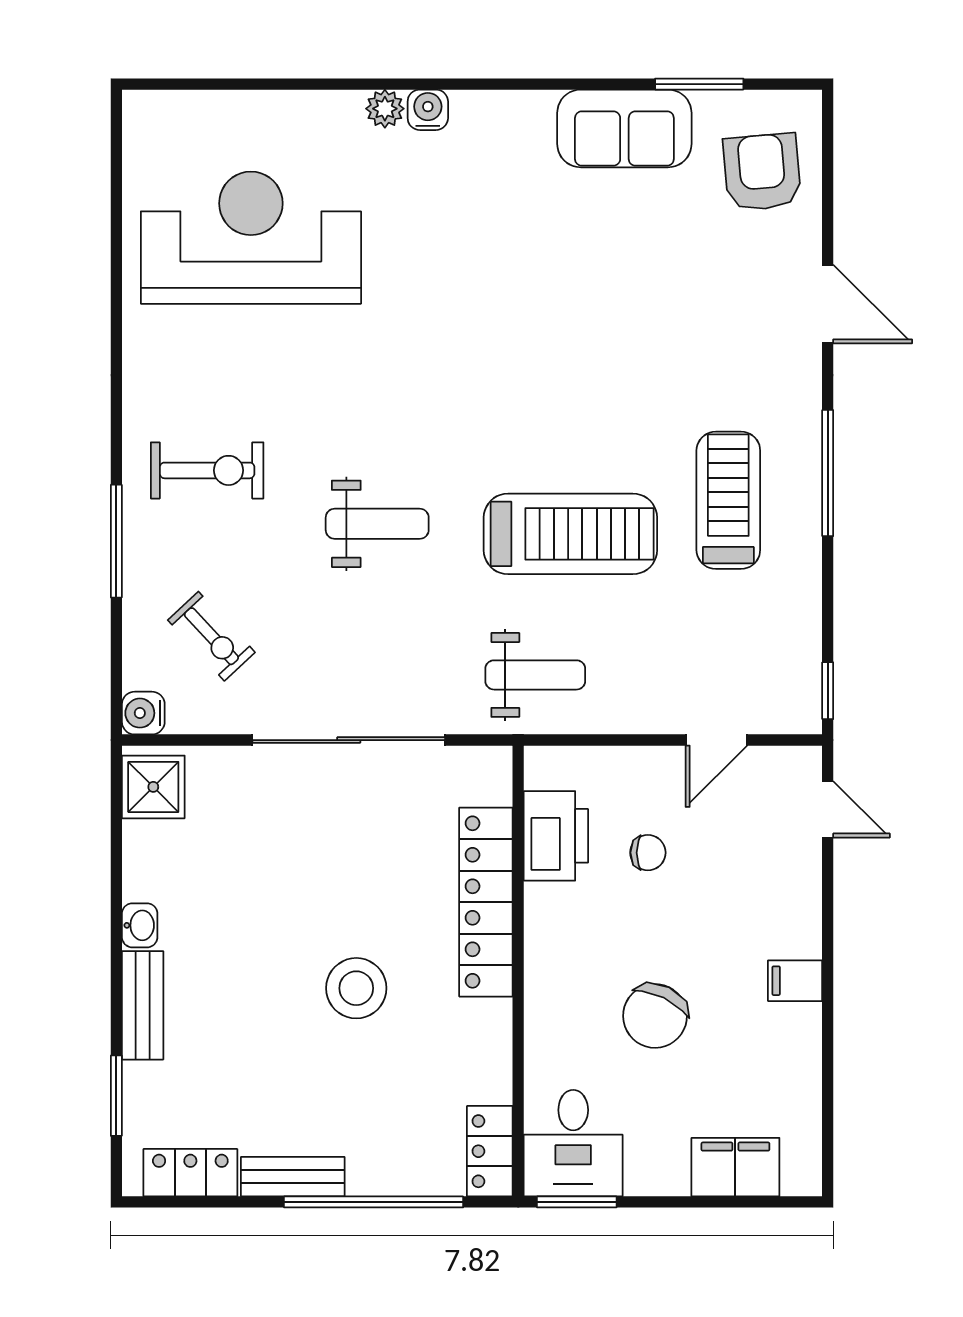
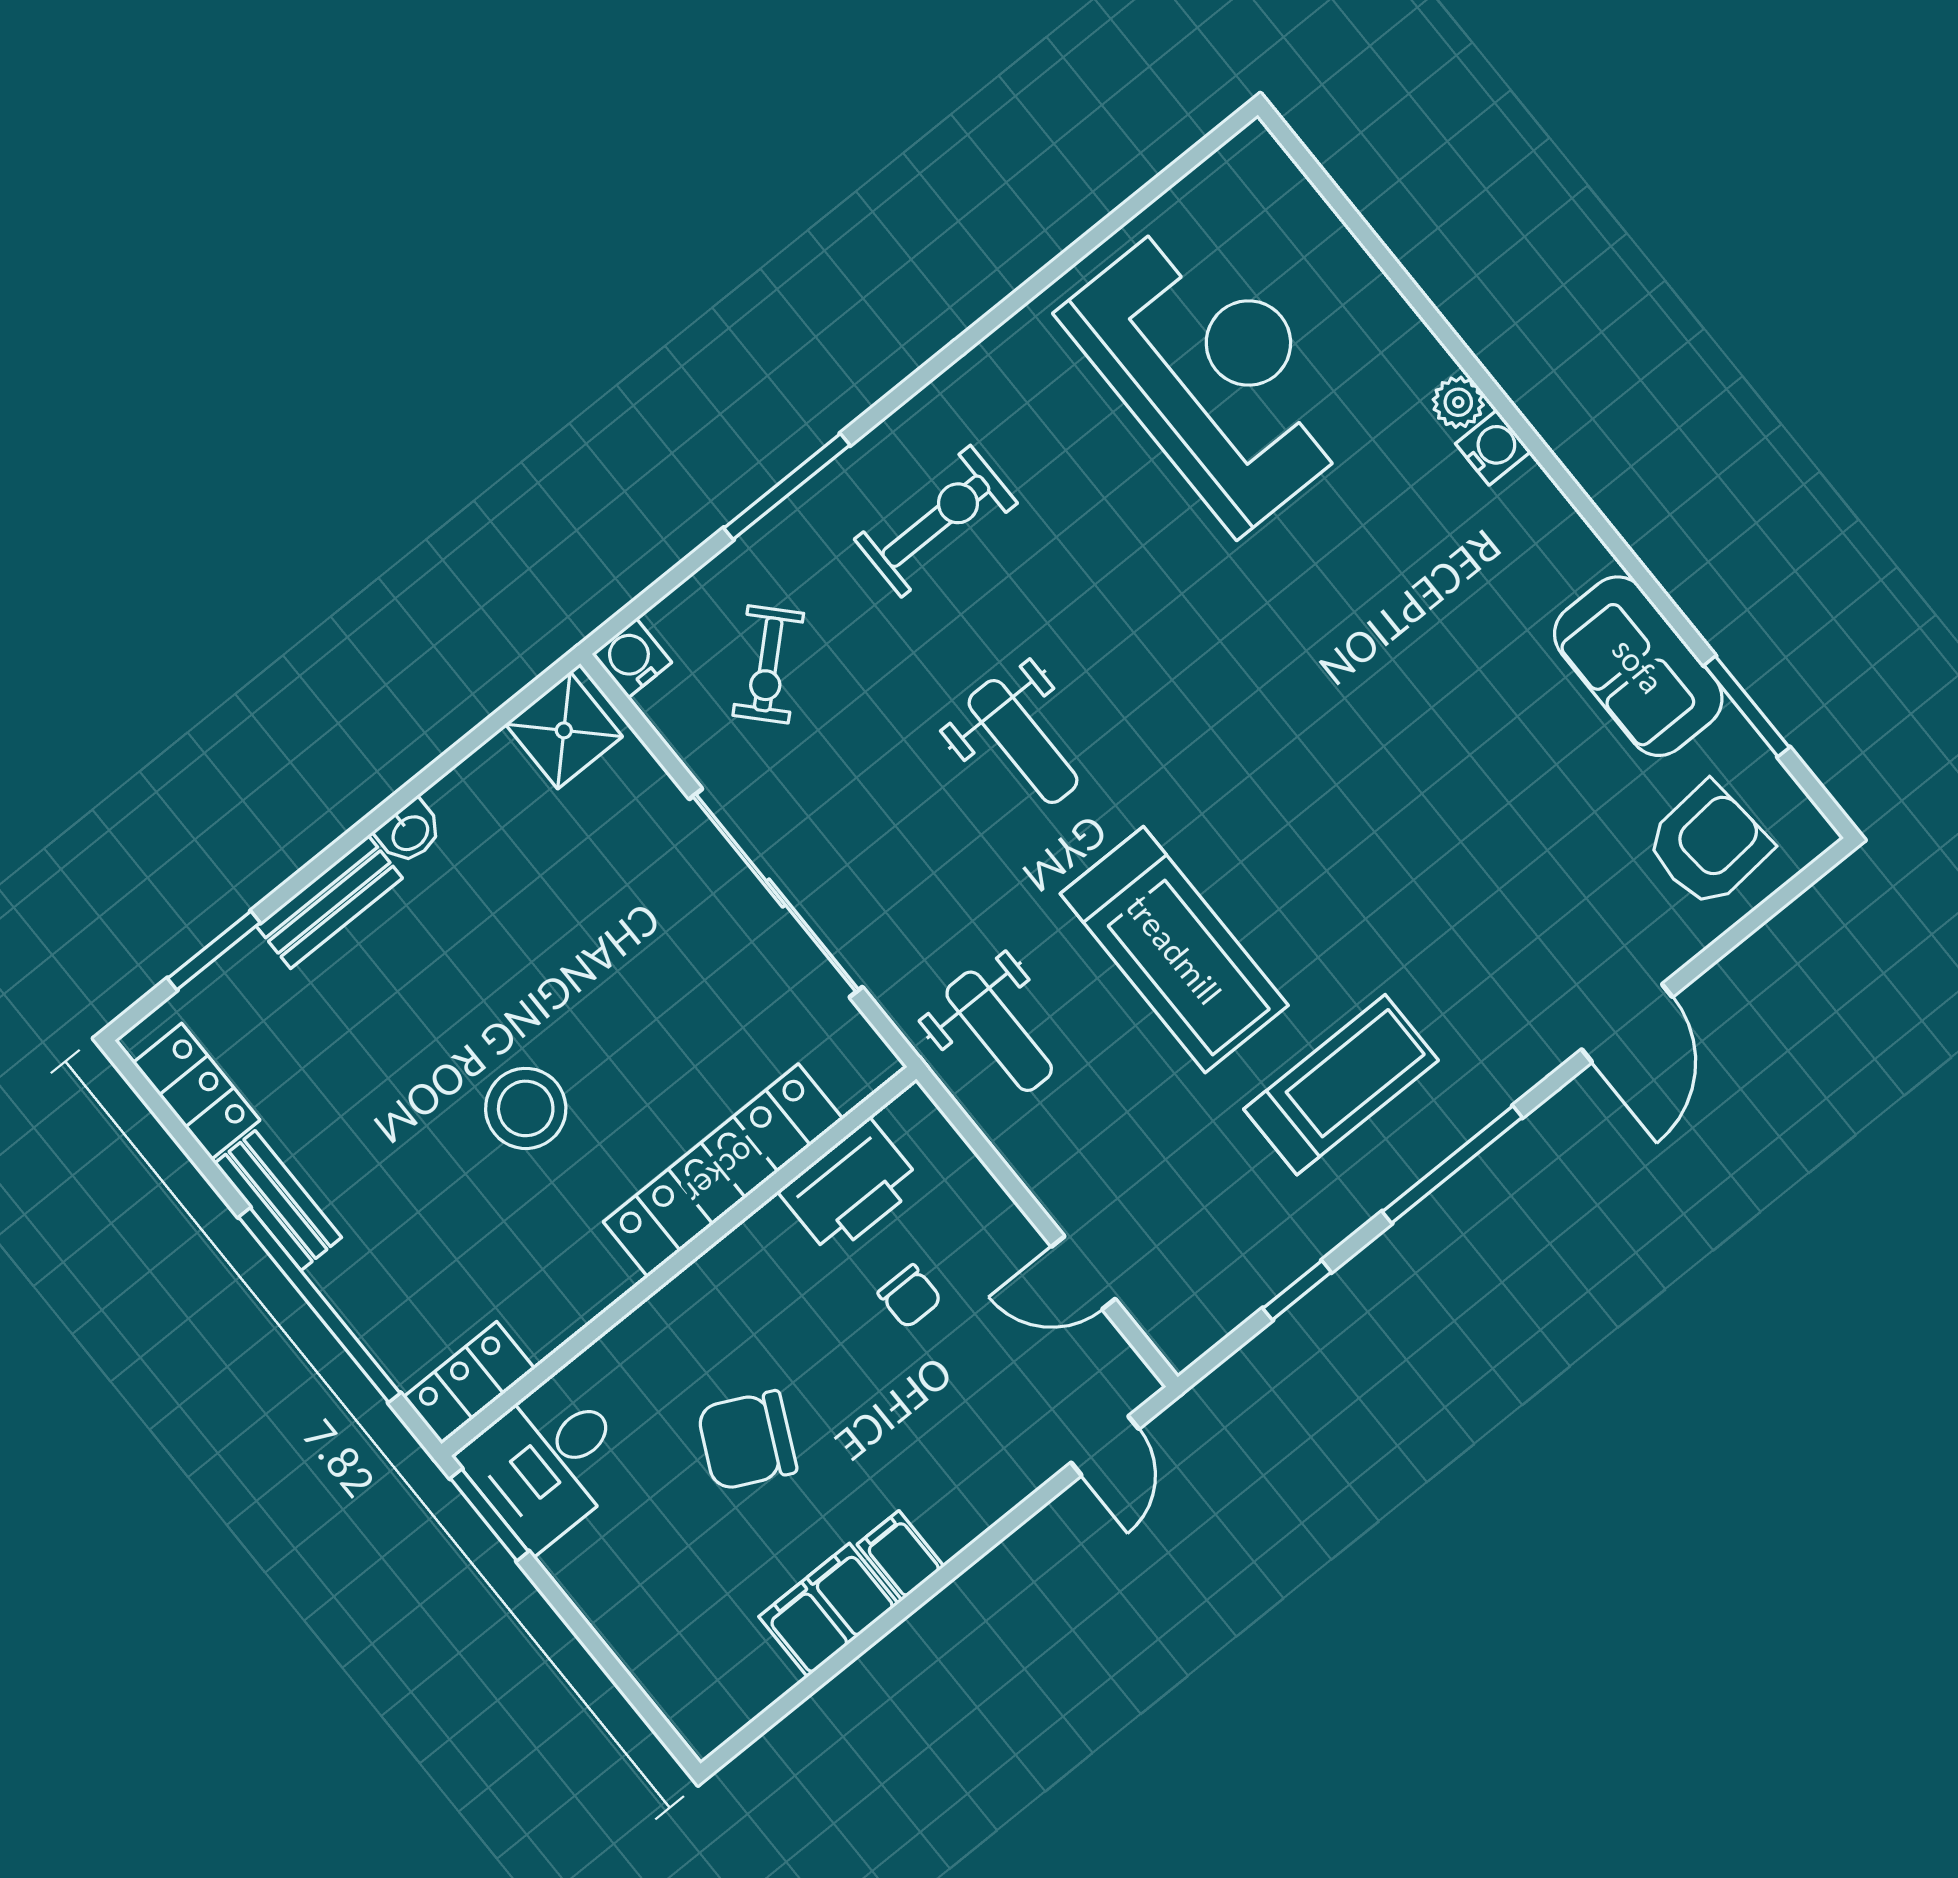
exercise bike: (207, 470) -> (936, 521), turned -90
window: (828, 691) -> (1297, 1290), moved
filing cabinet: (735, 1167) -> (828, 1610), moved, turned -90

